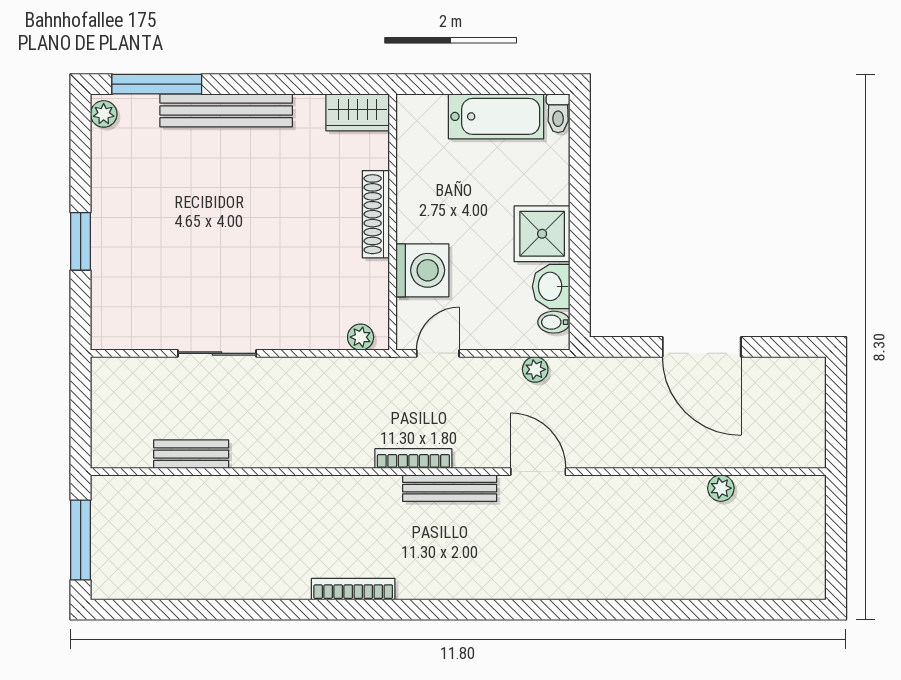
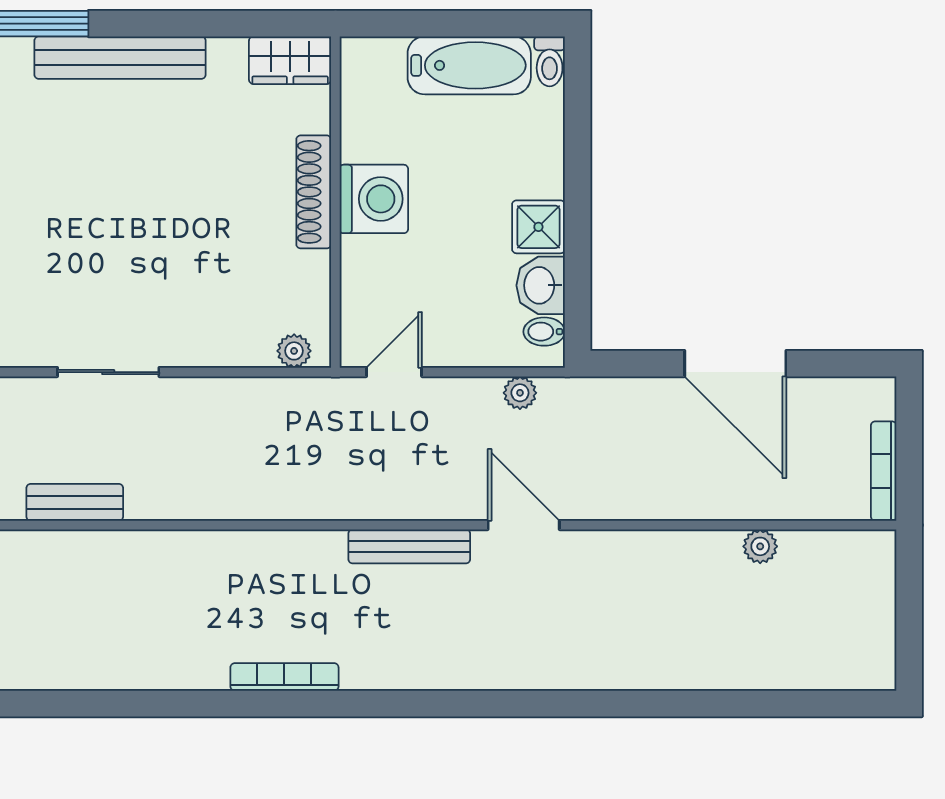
shower: (542, 234) -> (538, 227), width x0.73, depth x0.73
washing machine: (422, 270) -> (374, 199), moved
bookcase: (413, 459) -> (884, 471), moved, turned -90

